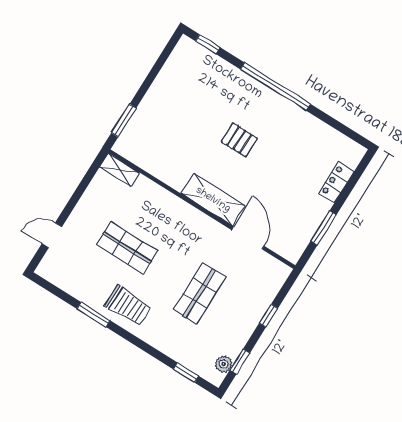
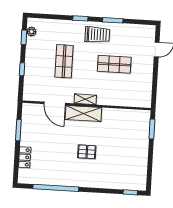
window: (275, 87) -> (56, 188), moved
shelving: (120, 170) -> (85, 99), moved
trolley: (128, 306) -> (97, 35), turned 180
window: (186, 373) -> (80, 18), moved

